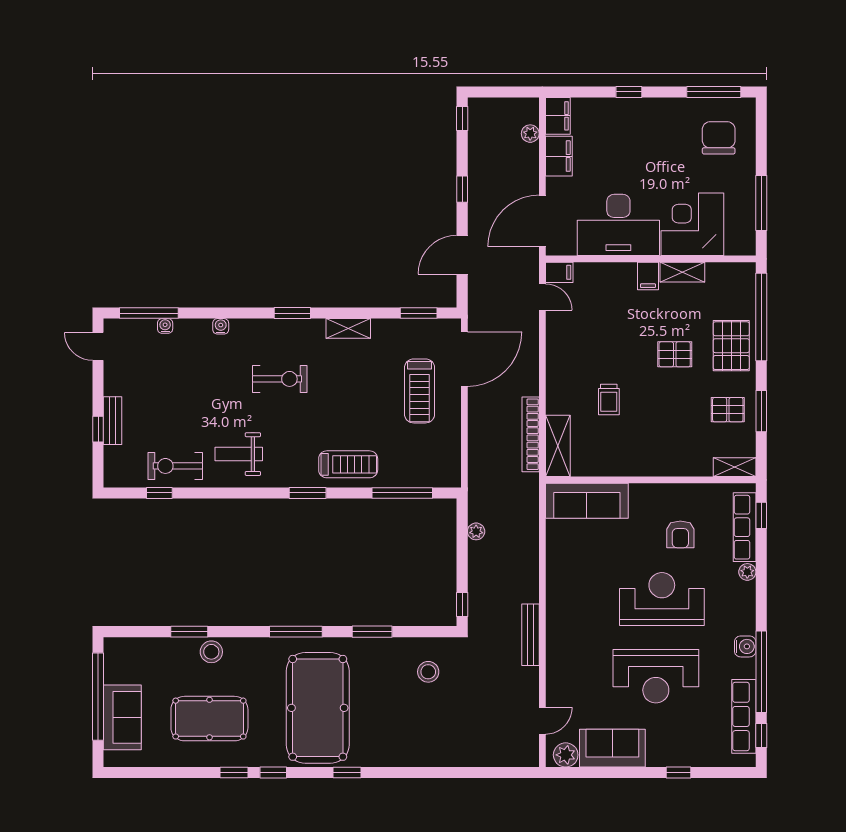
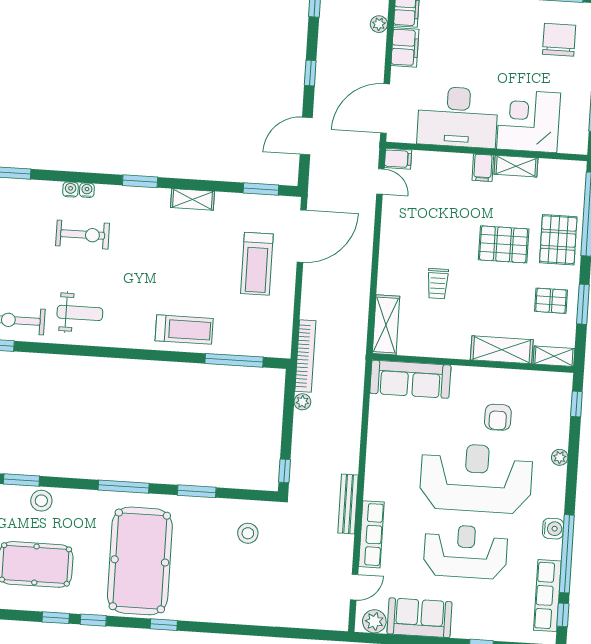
water cooler: (165, 326) -> (87, 190), moved
pallet: (675, 354) -> (504, 244), width x1.50, depth x1.42
exercise bike: (280, 379) -> (83, 235), moved
bookcase: (531, 434) -> (305, 356), moved, turned 180
weight bench: (239, 454) -> (80, 313), turned 180
shelving: (680, 464) -> (502, 350), added
window: (308, 493) -> (143, 354), removed
row of seats: (745, 527) -> (371, 534), moved, turned 180
reception desk: (662, 599) -> (476, 478), width x1.36, depth x1.30
reception desk: (656, 676) -> (466, 552), turned 180

